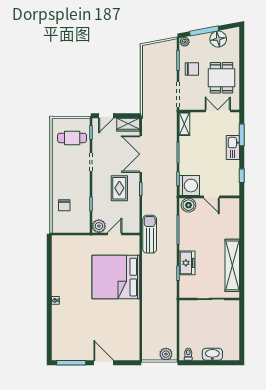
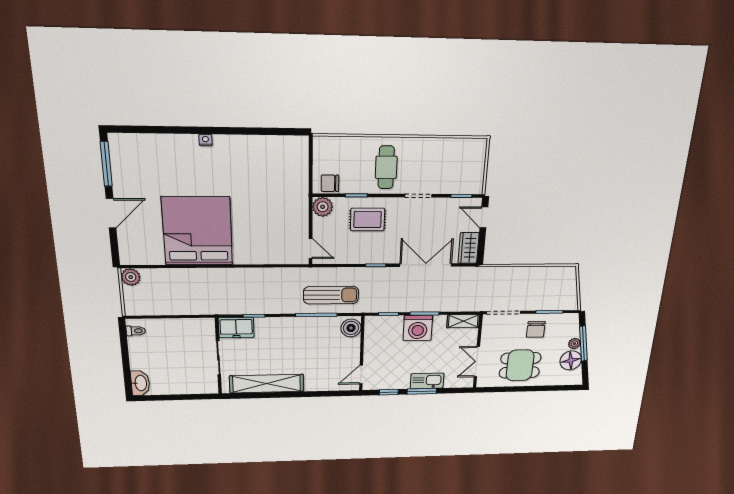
plant: (185, 42) -> (574, 344), moved
double door: (218, 111) -> (477, 362), swing flipped
window: (242, 135) -> (422, 391), moved
cafe table: (72, 138) -> (386, 167), moved
washing machine: (189, 186) -> (418, 328), moved
rug: (119, 188) -> (367, 219), moved
door: (211, 197) -> (361, 375), moved
chair: (64, 205) -> (330, 183), moved
door: (115, 234) -> (311, 248), moved
sun lounger: (150, 234) -> (331, 295), moved
freezer: (187, 263) -> (236, 328), moved
bed: (116, 277) -> (197, 231), moved
plant: (166, 354) -> (131, 277), moved
washbasin: (212, 354) -> (140, 383), moved

